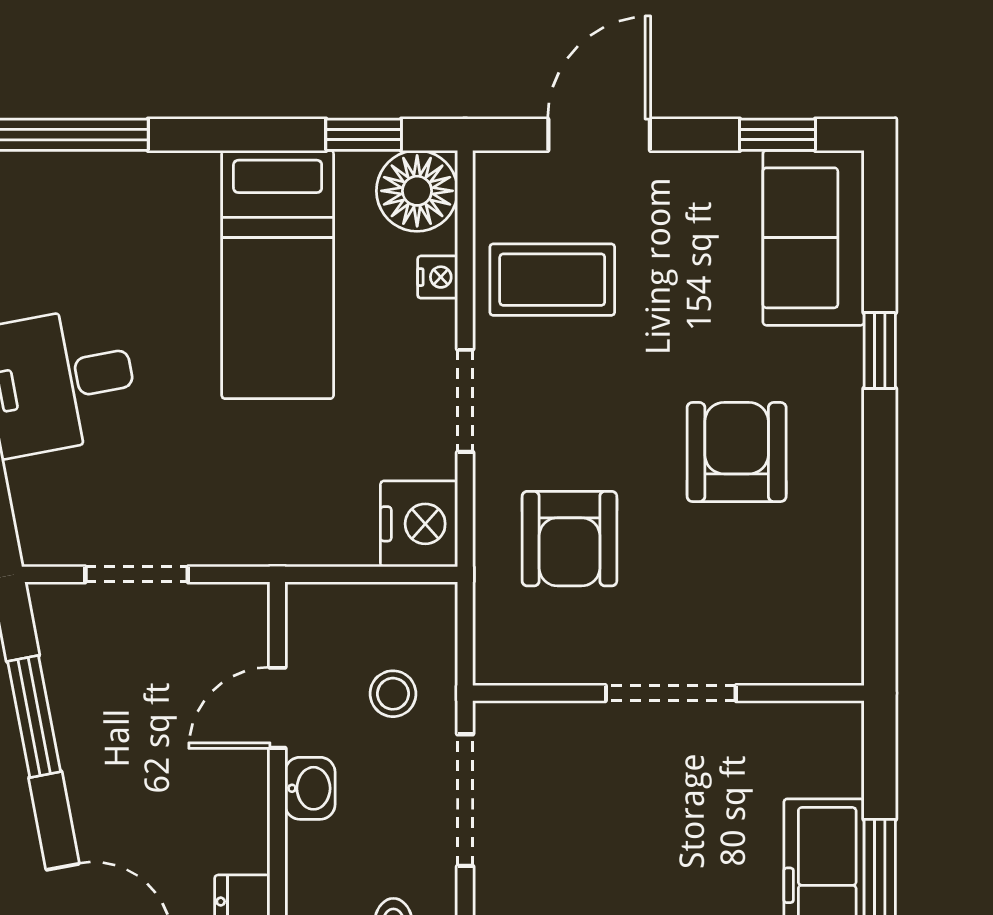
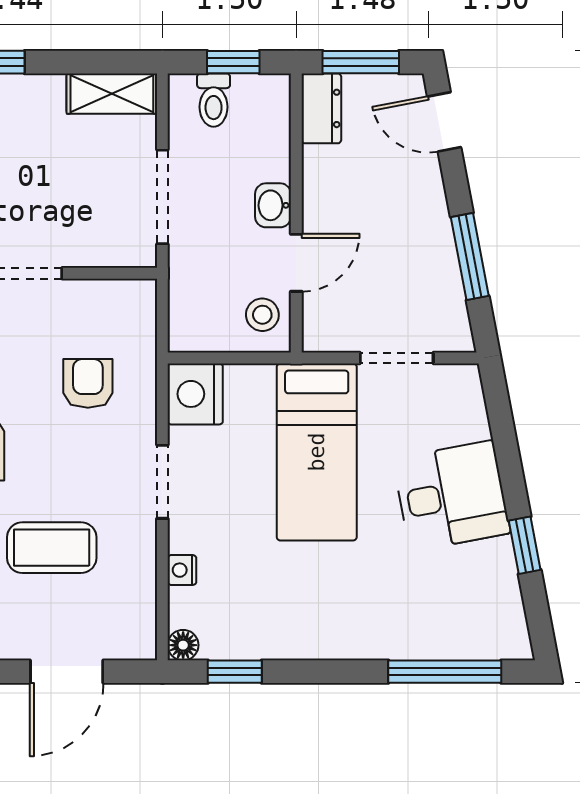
floor lamp: (417, 191) -> (183, 645), width x0.53, depth x0.53
bed: (278, 275) -> (317, 452), moved, turned 180
coffee table: (552, 280) -> (52, 548), moved
armchair: (569, 539) -> (88, 383), width x0.72, depth x0.72
stool: (393, 694) -> (262, 315), moved

